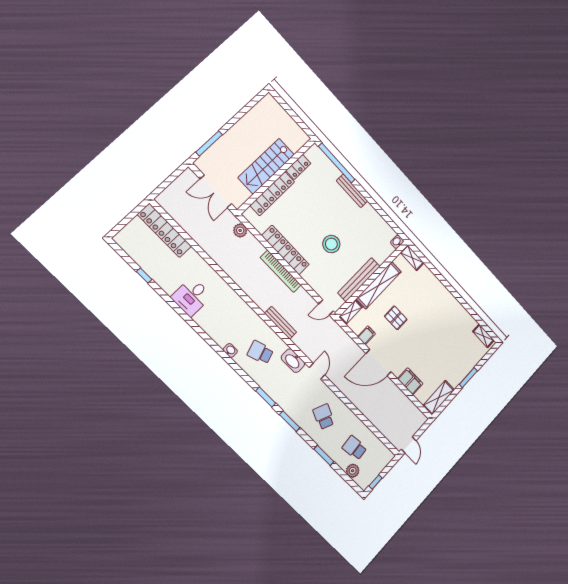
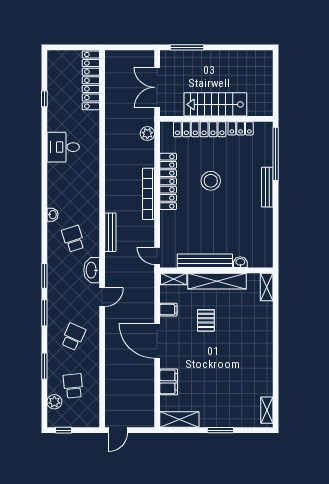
washbasin: (397, 242) -> (240, 262), moved
stool: (331, 244) -> (211, 181), moved

